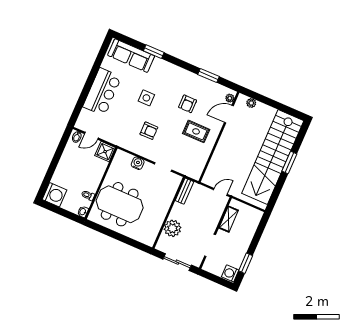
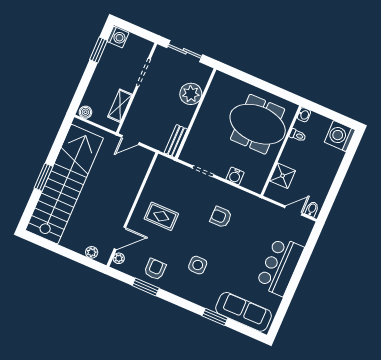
side table: (146, 98) -> (198, 265), moved
armchair: (188, 104) -> (155, 269), moved
shower: (105, 152) -> (283, 176), moved
boiler: (256, 214) -> (85, 112), added

